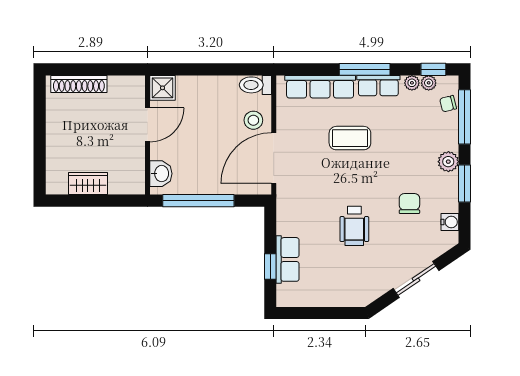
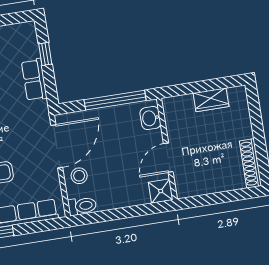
shoe rack: (79, 84) -> (250, 163), moved, turned -90
row of seats: (288, 259) -> (34, 80), moved

